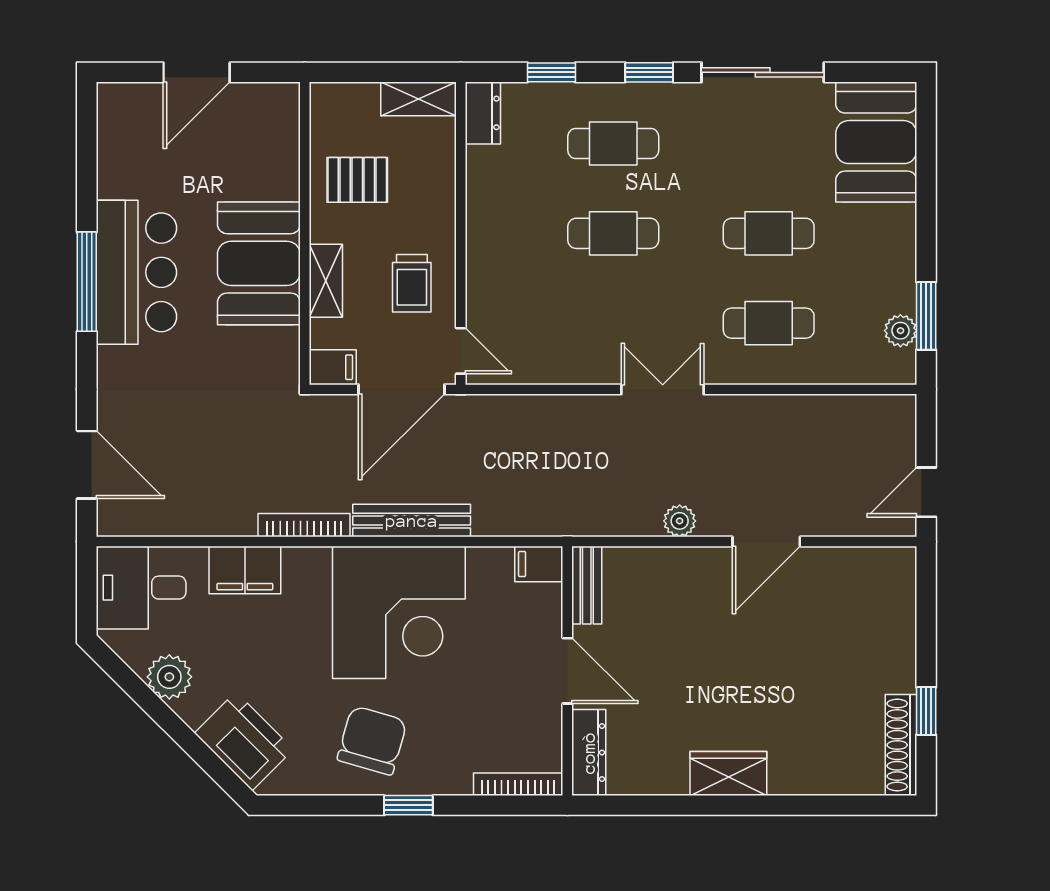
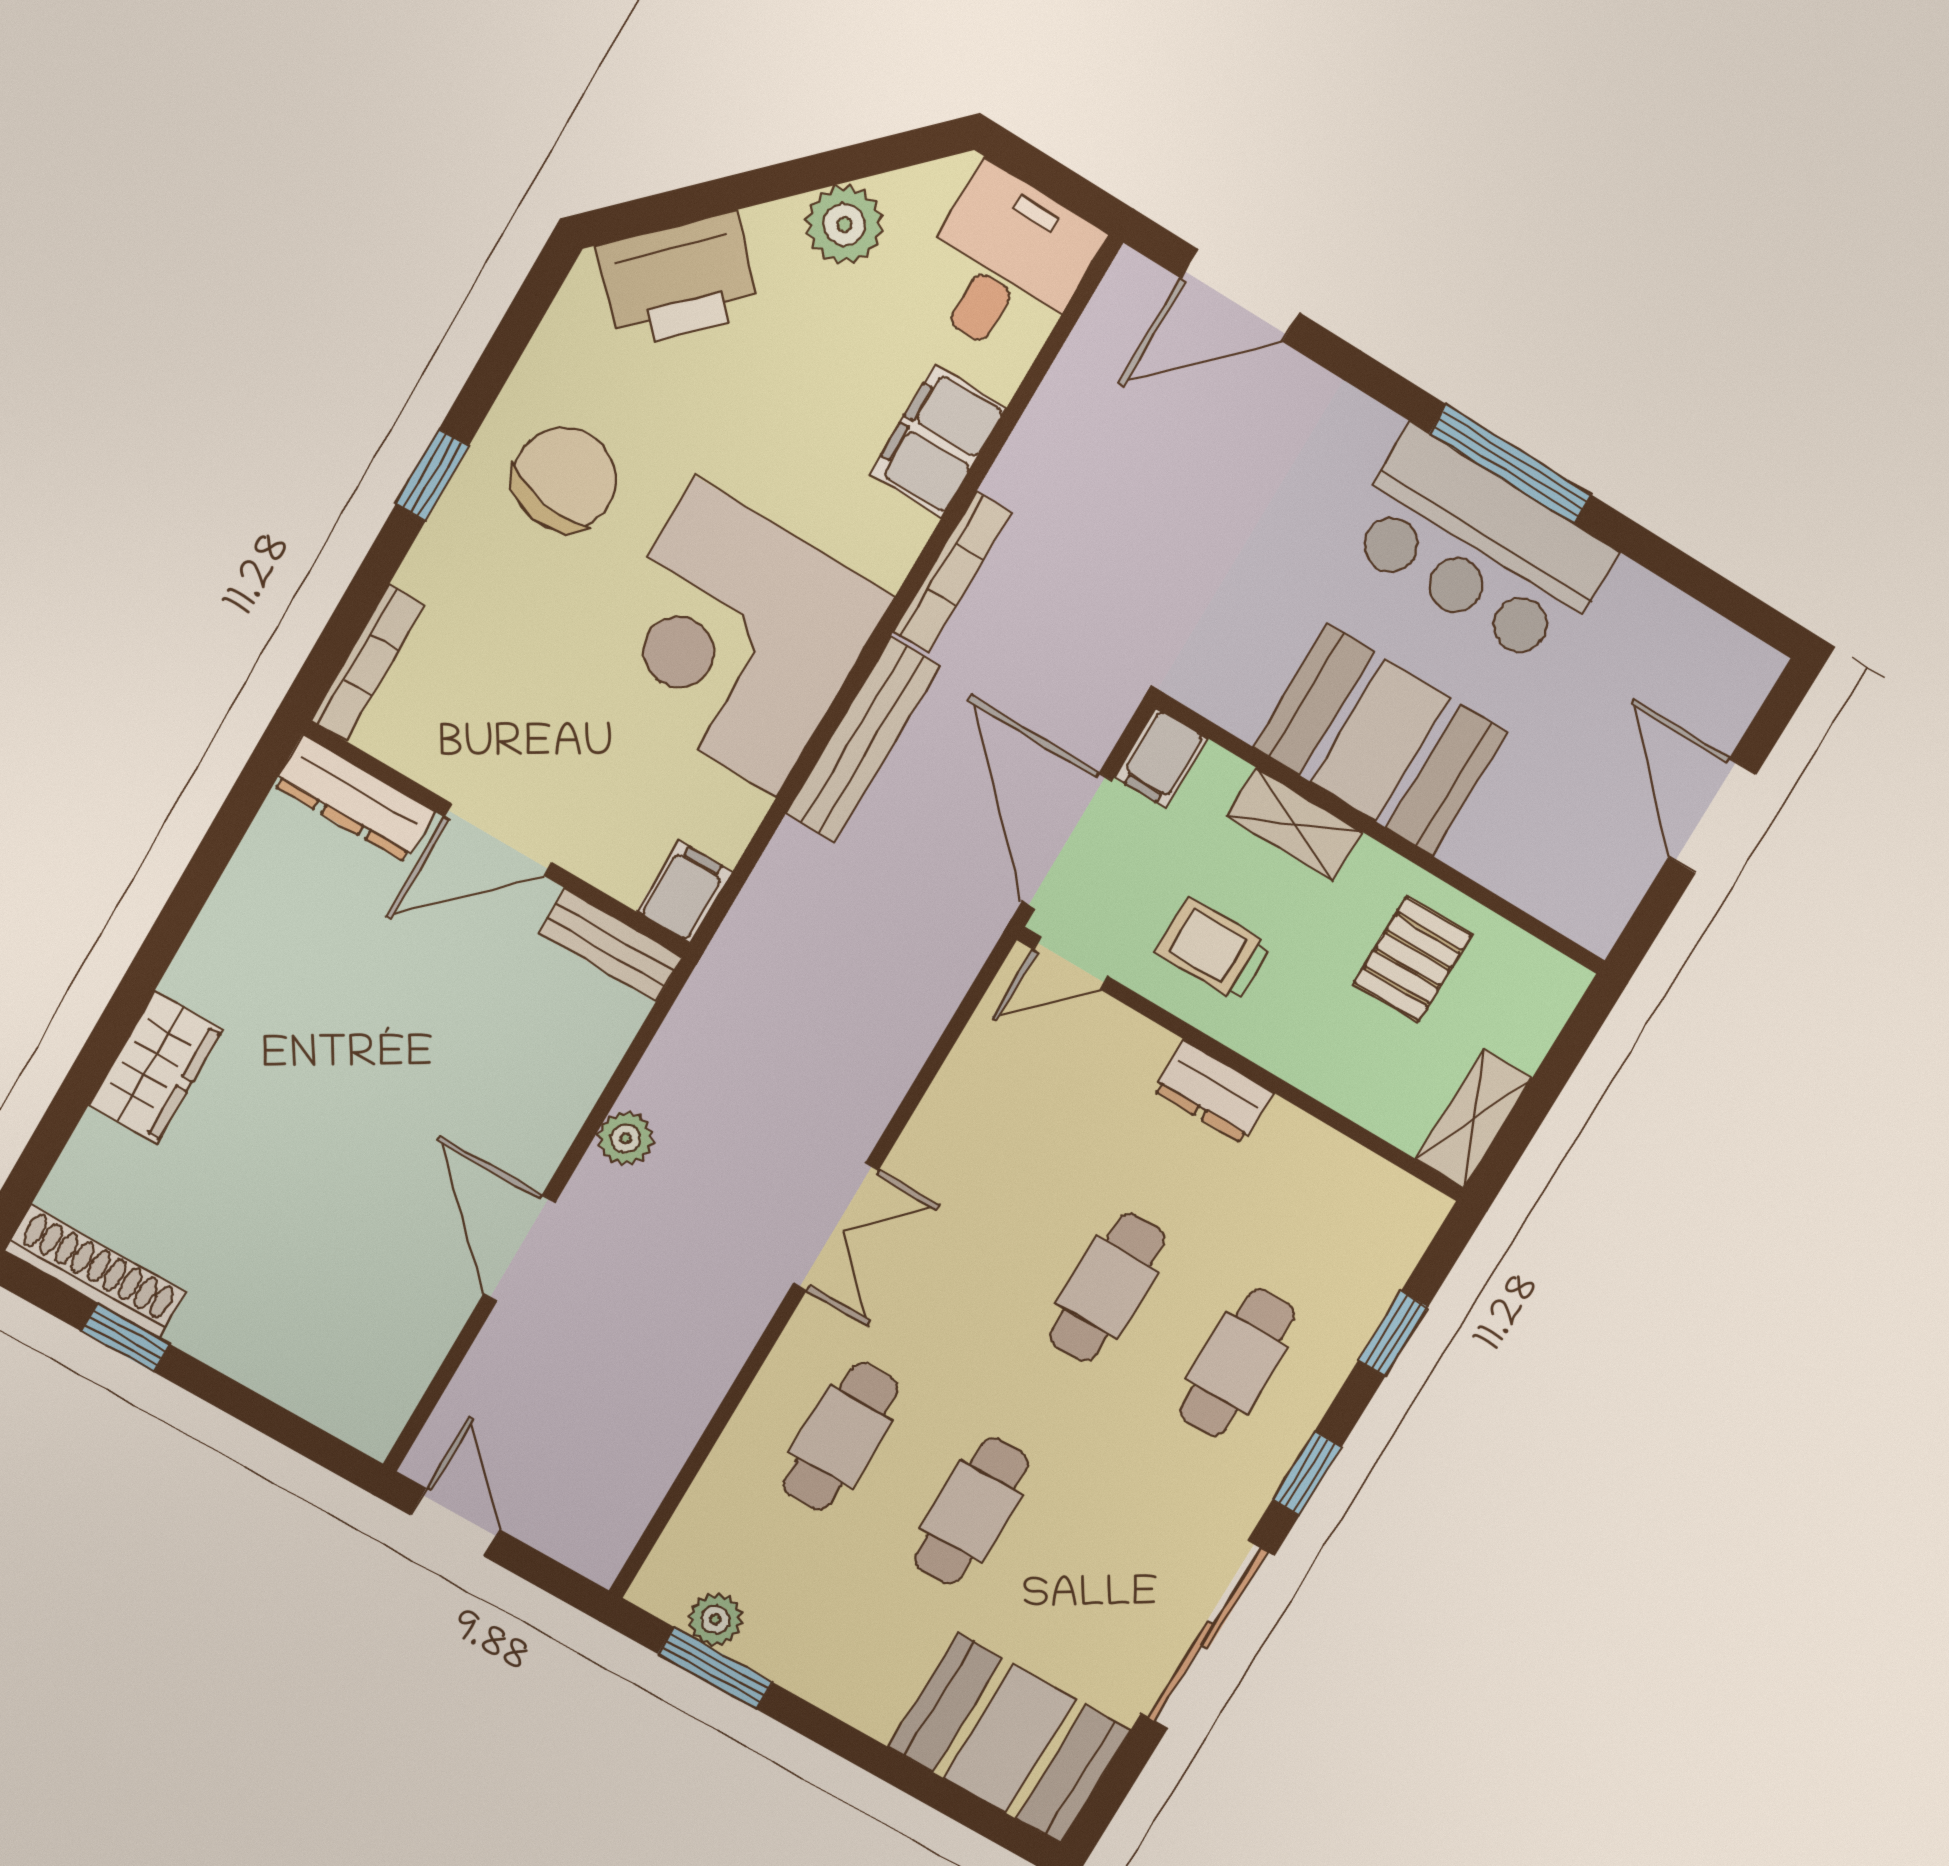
dresser: (483, 113) -> (1213, 1092), moved
chair: (372, 740) -> (564, 479), turned -97
wardrobe: (728, 774) -> (156, 1067), moved

